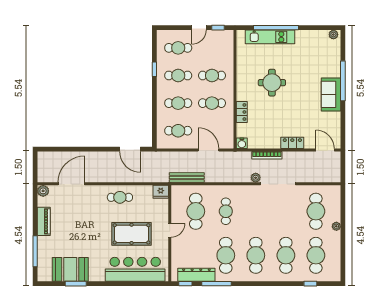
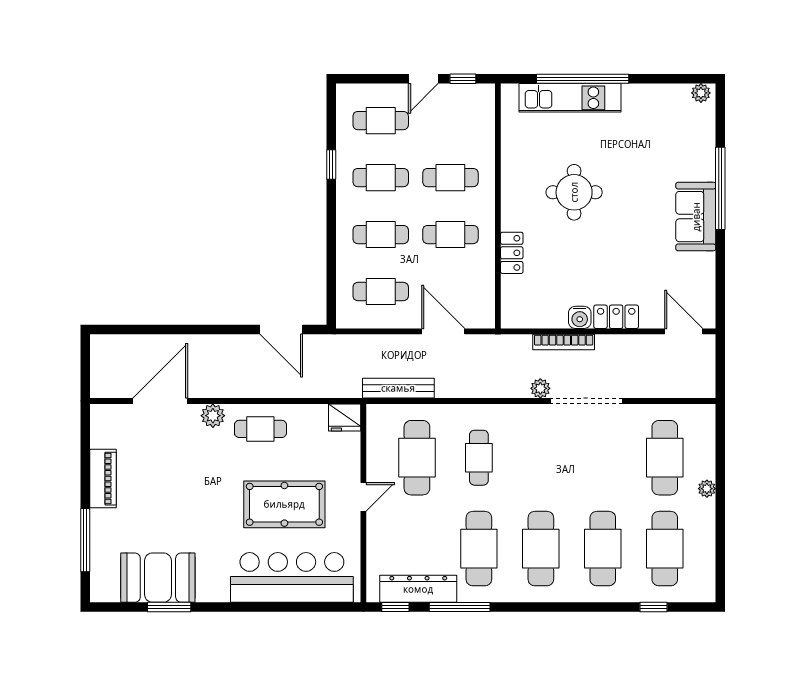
water cooler: (242, 143) -> (580, 317), moved
plant: (43, 191) -> (213, 416), moved

